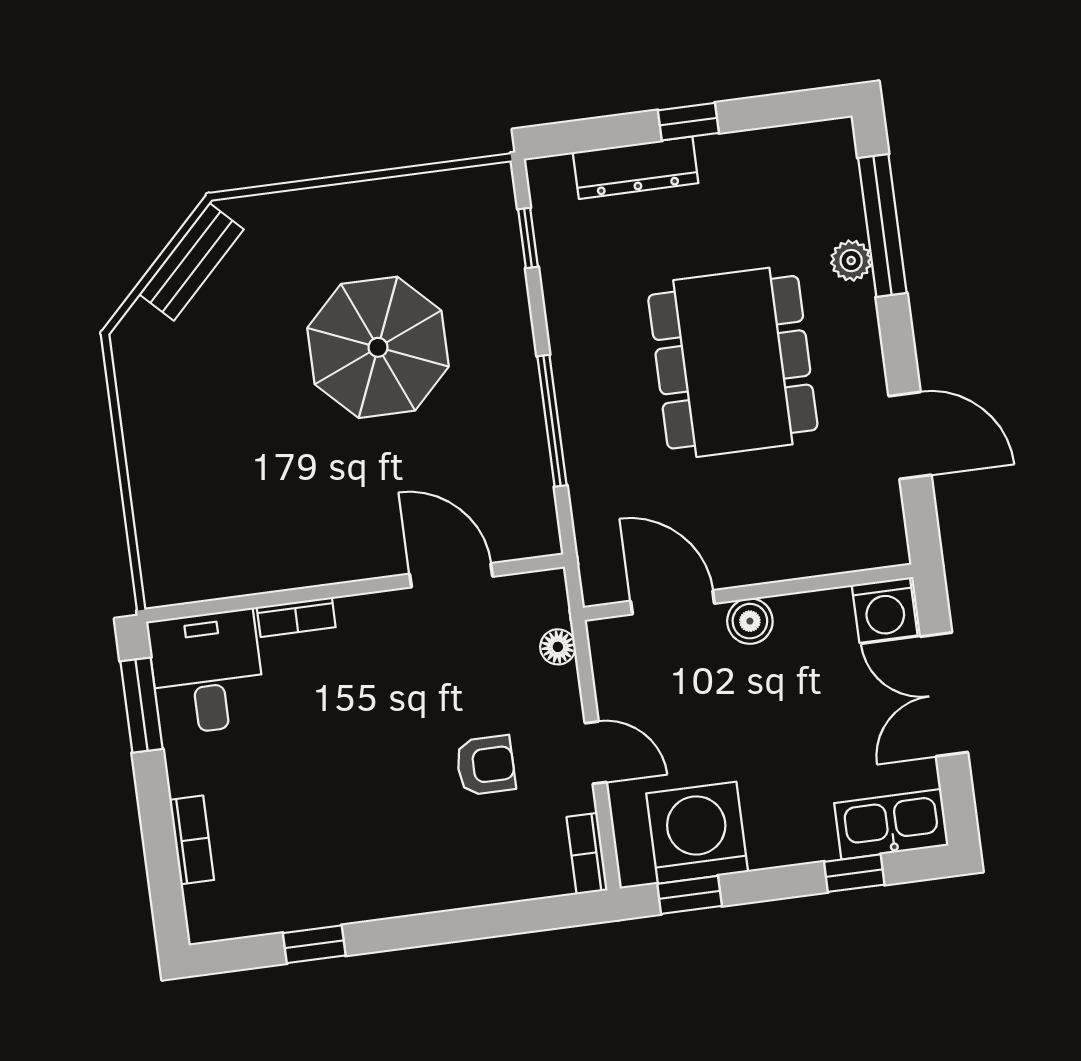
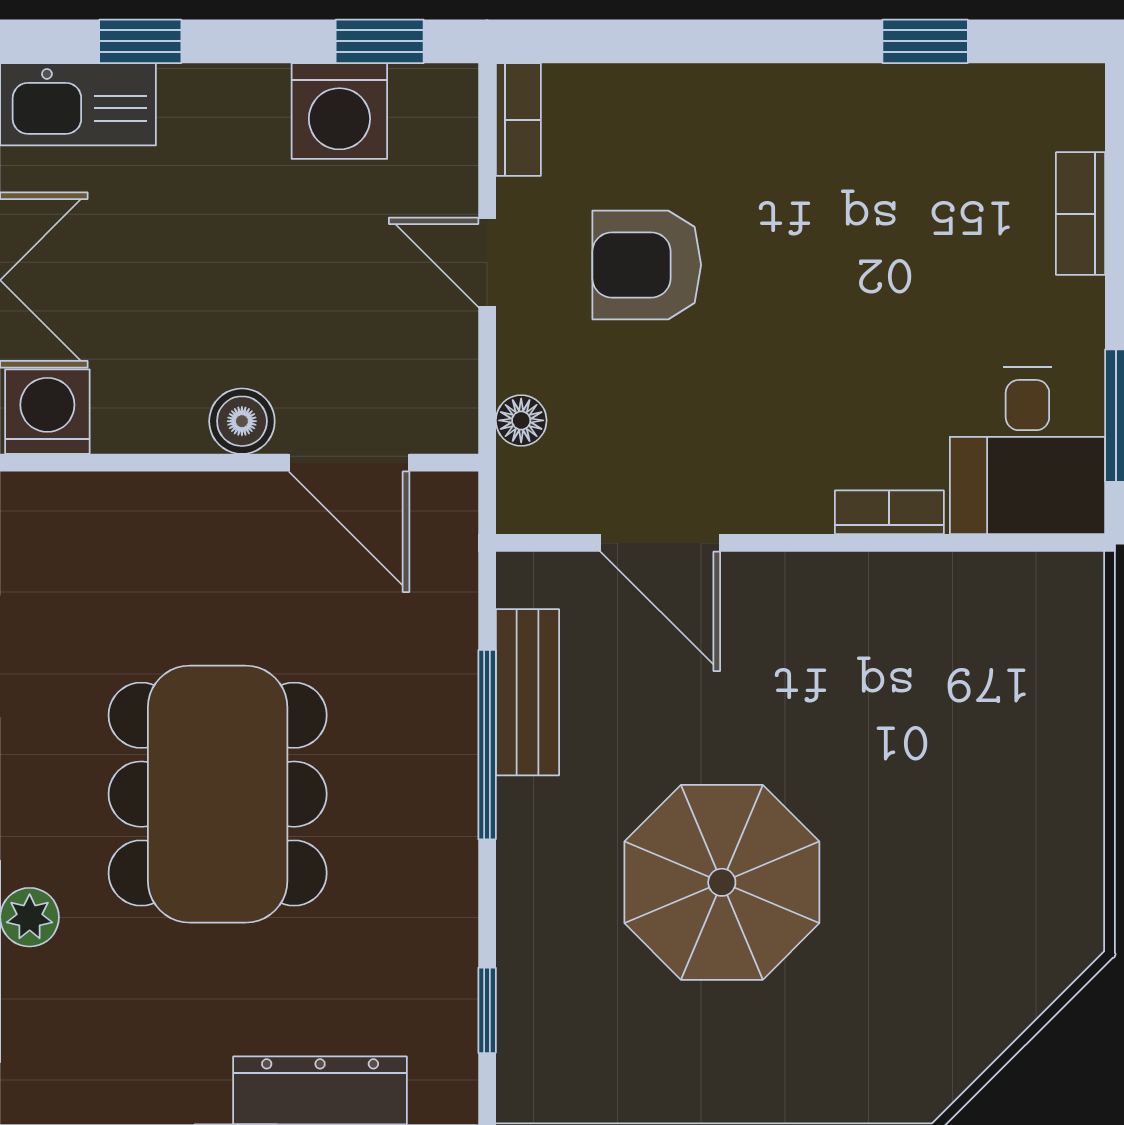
bench: (191, 262) -> (527, 692), moved, turned -45
armchair: (486, 765) -> (647, 265), width x1.38, depth x1.38
washing machine: (697, 833) -> (339, 111), width x0.73, depth x0.73

